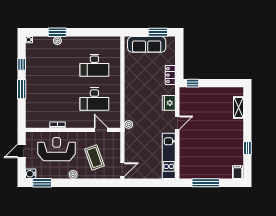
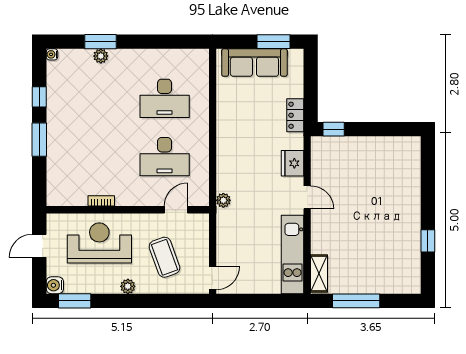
shelving: (238, 107) -> (319, 274), moved
door: (177, 123) -> (307, 197), hinge flipped
door: (101, 130) -> (176, 210), hinge flipped
filing cabinet: (237, 172) -> (411, 283), removed

